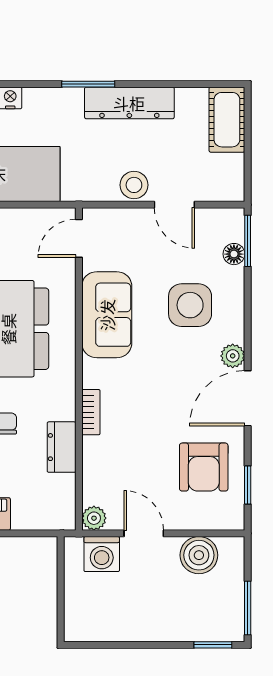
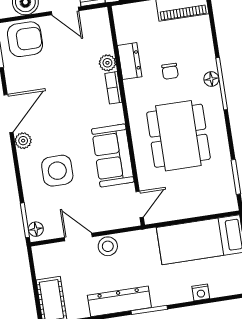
floor lamp: (234, 254) -> (36, 229), moved
armchair: (204, 467) -> (25, 39), moved, turned 90
plant: (94, 518) -> (107, 63), moved

